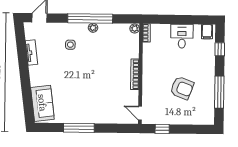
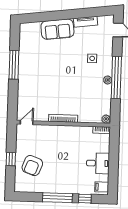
armchair: (182, 88) -> (32, 166), moved
window: (219, 92) -> (57, 198), moved
sofa: (42, 103) -> (57, 29), moved
window: (162, 129) -> (11, 159), moved

